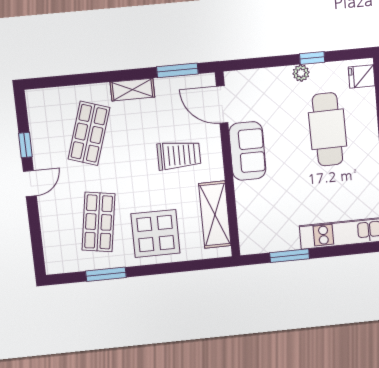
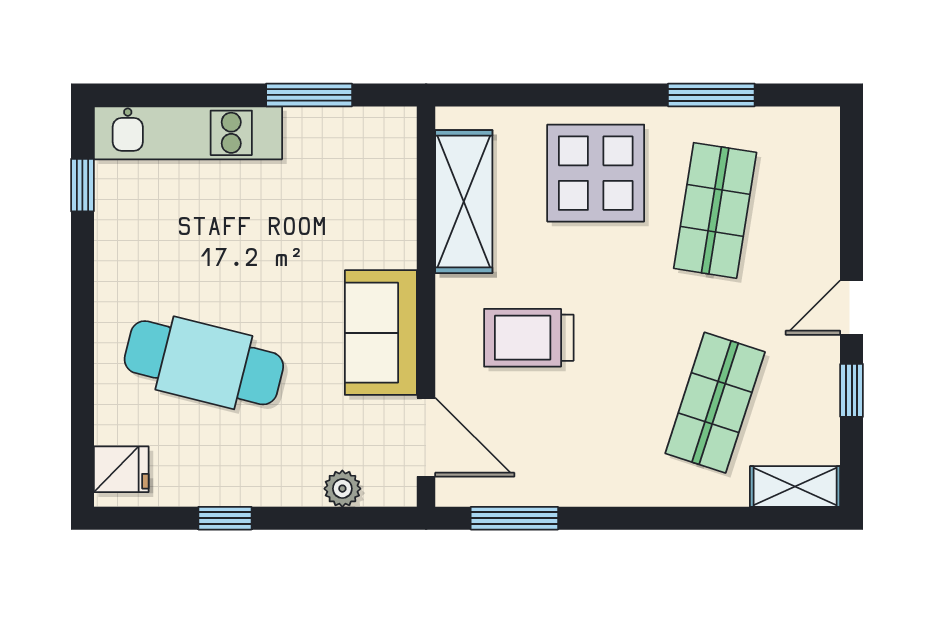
plant: (301, 73) -> (342, 489), moved
shelving: (132, 90) -> (795, 486), moved
cafe table: (328, 129) -> (204, 363), turned -75

